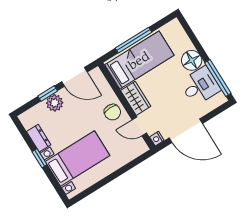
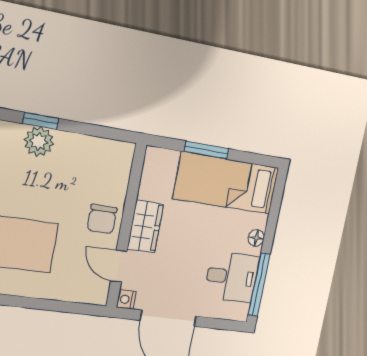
window: (133, 40) -> (207, 150), width x0.69
bed: (139, 60) -> (226, 183), moved, turned 180
floor lamp: (192, 60) -> (256, 238), width x0.53, depth x0.53
door: (74, 77) -> (94, 130), removed

